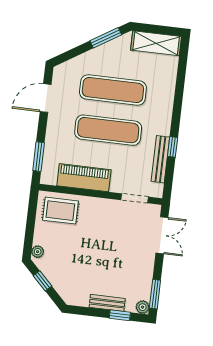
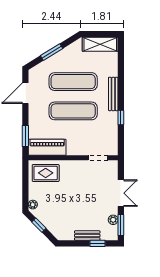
window: (106, 38) -> (52, 52), moved
bench: (160, 159) -> (113, 94), moved
piano: (84, 178) -> (47, 147), moved
double door: (162, 235) -> (121, 193), moved
plant: (143, 307) -> (113, 220), moved

